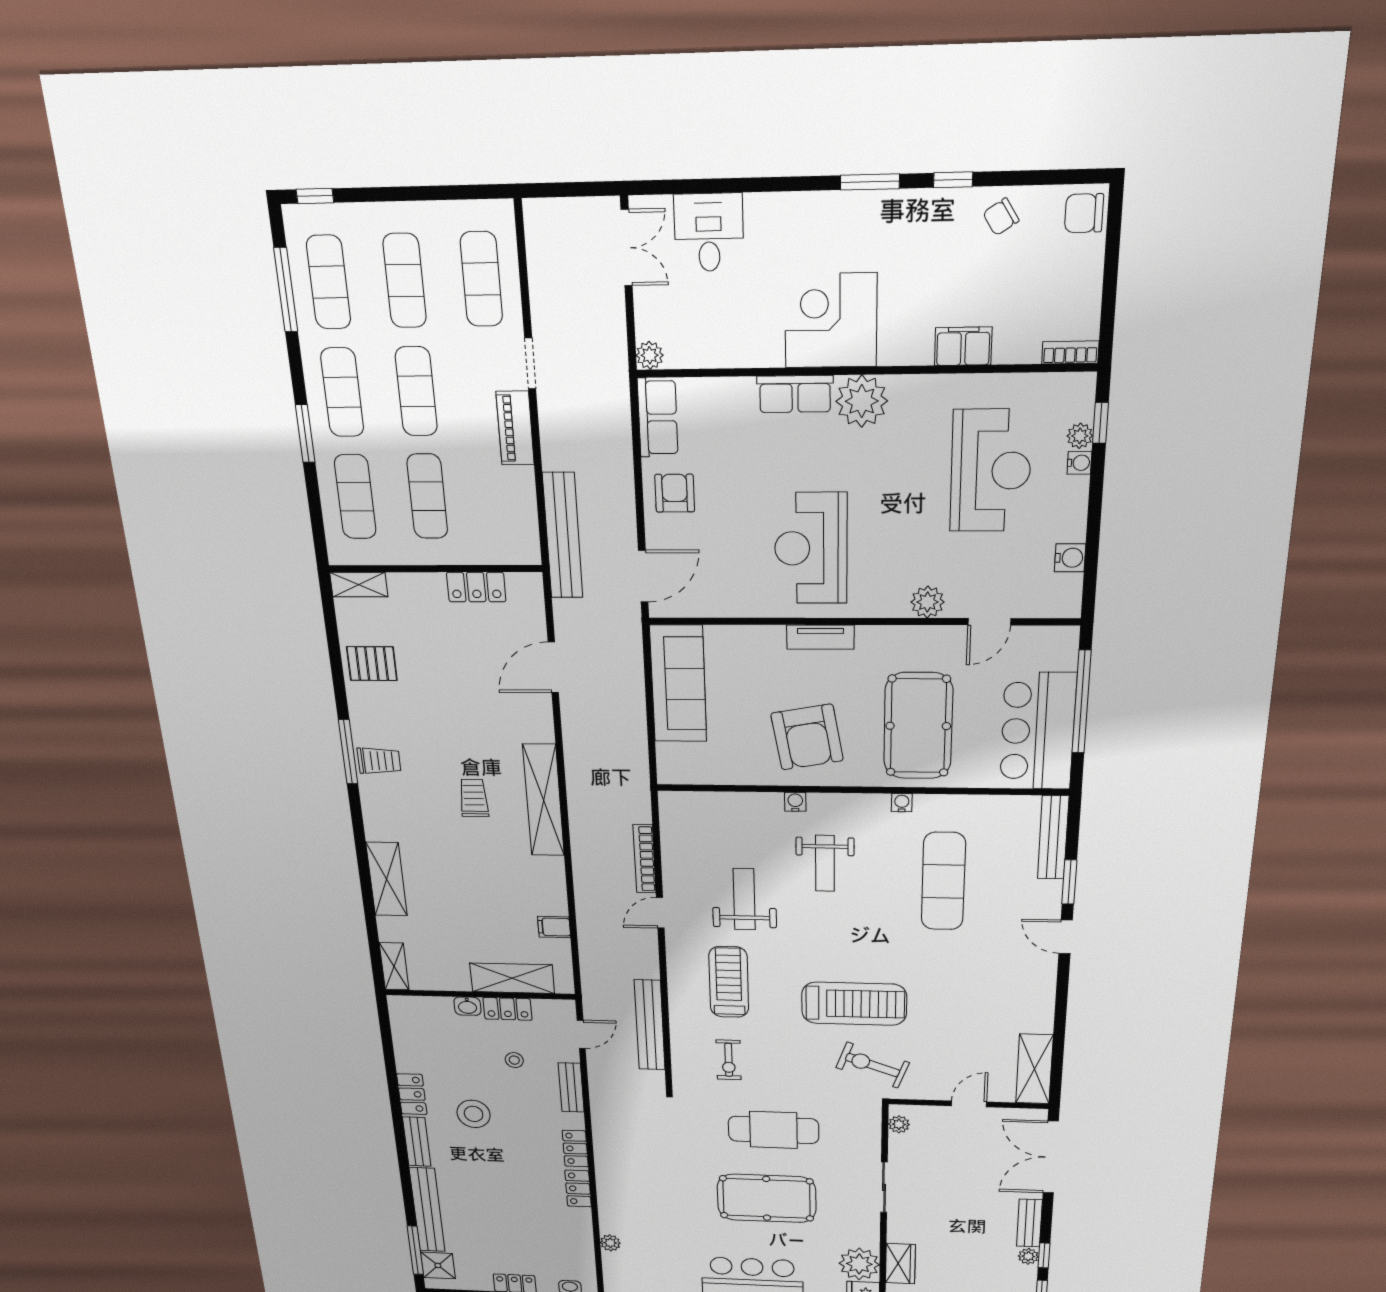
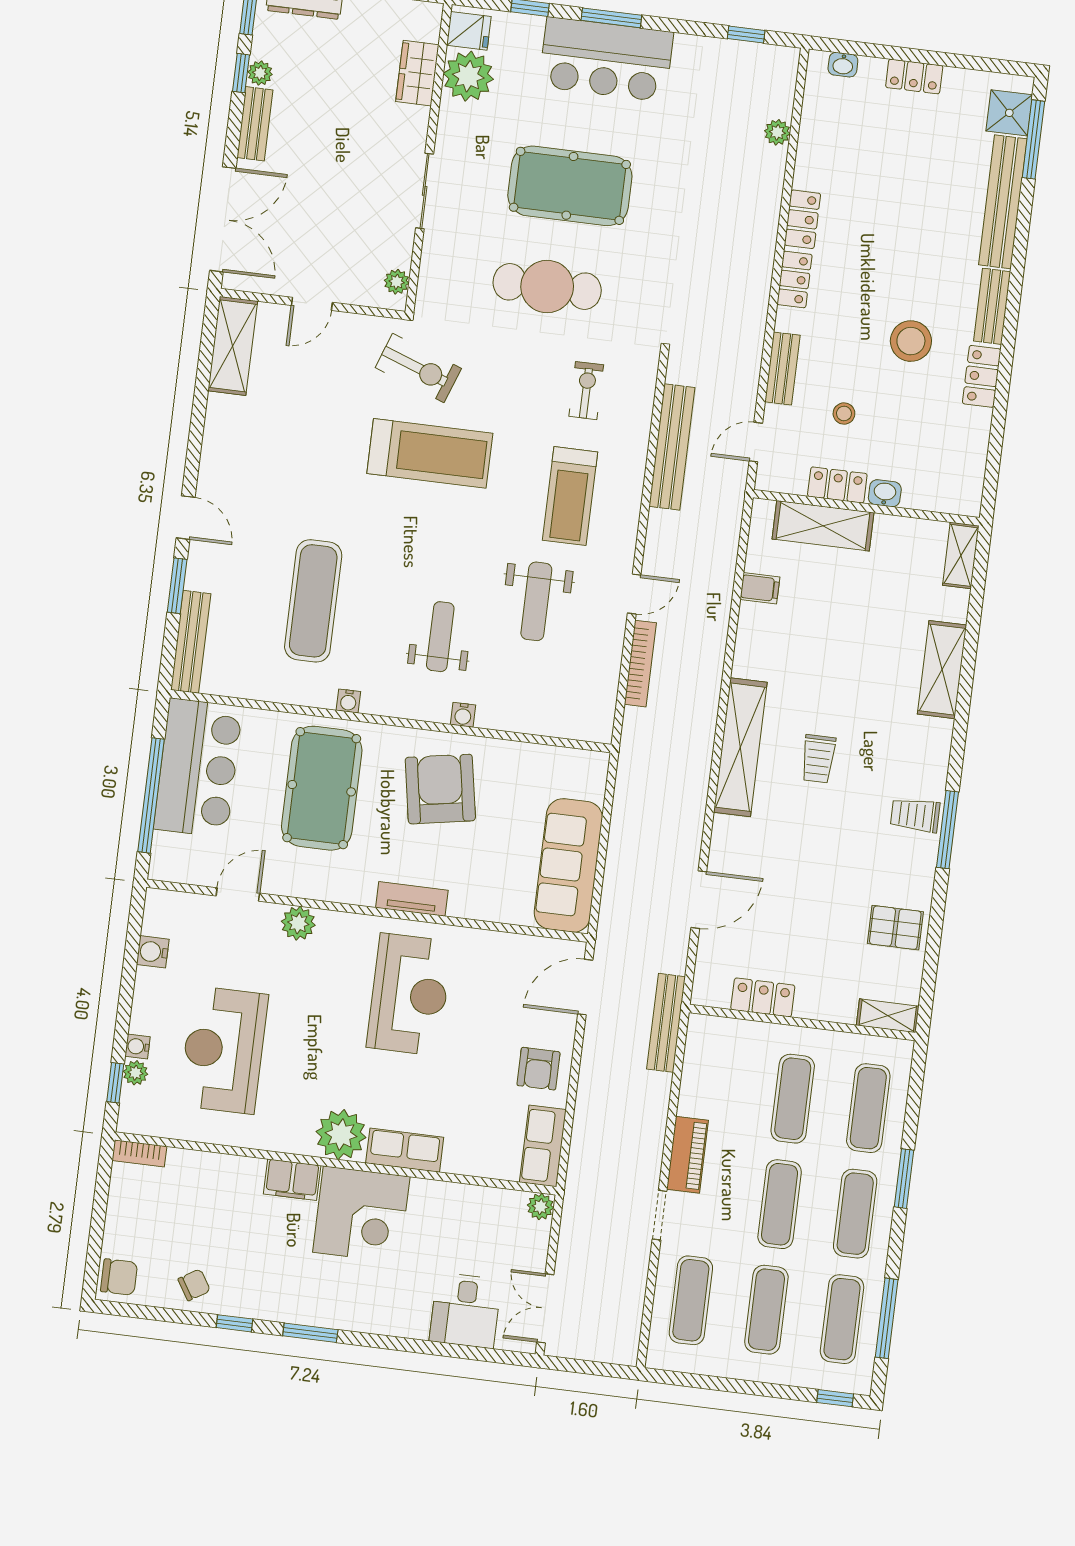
filing cabinet: (963, 346) -> (292, 1180), moved
bench: (563, 536) -> (666, 1023), width x0.73, depth x0.82
treadmill: (854, 1004) -> (430, 453), turned 180

